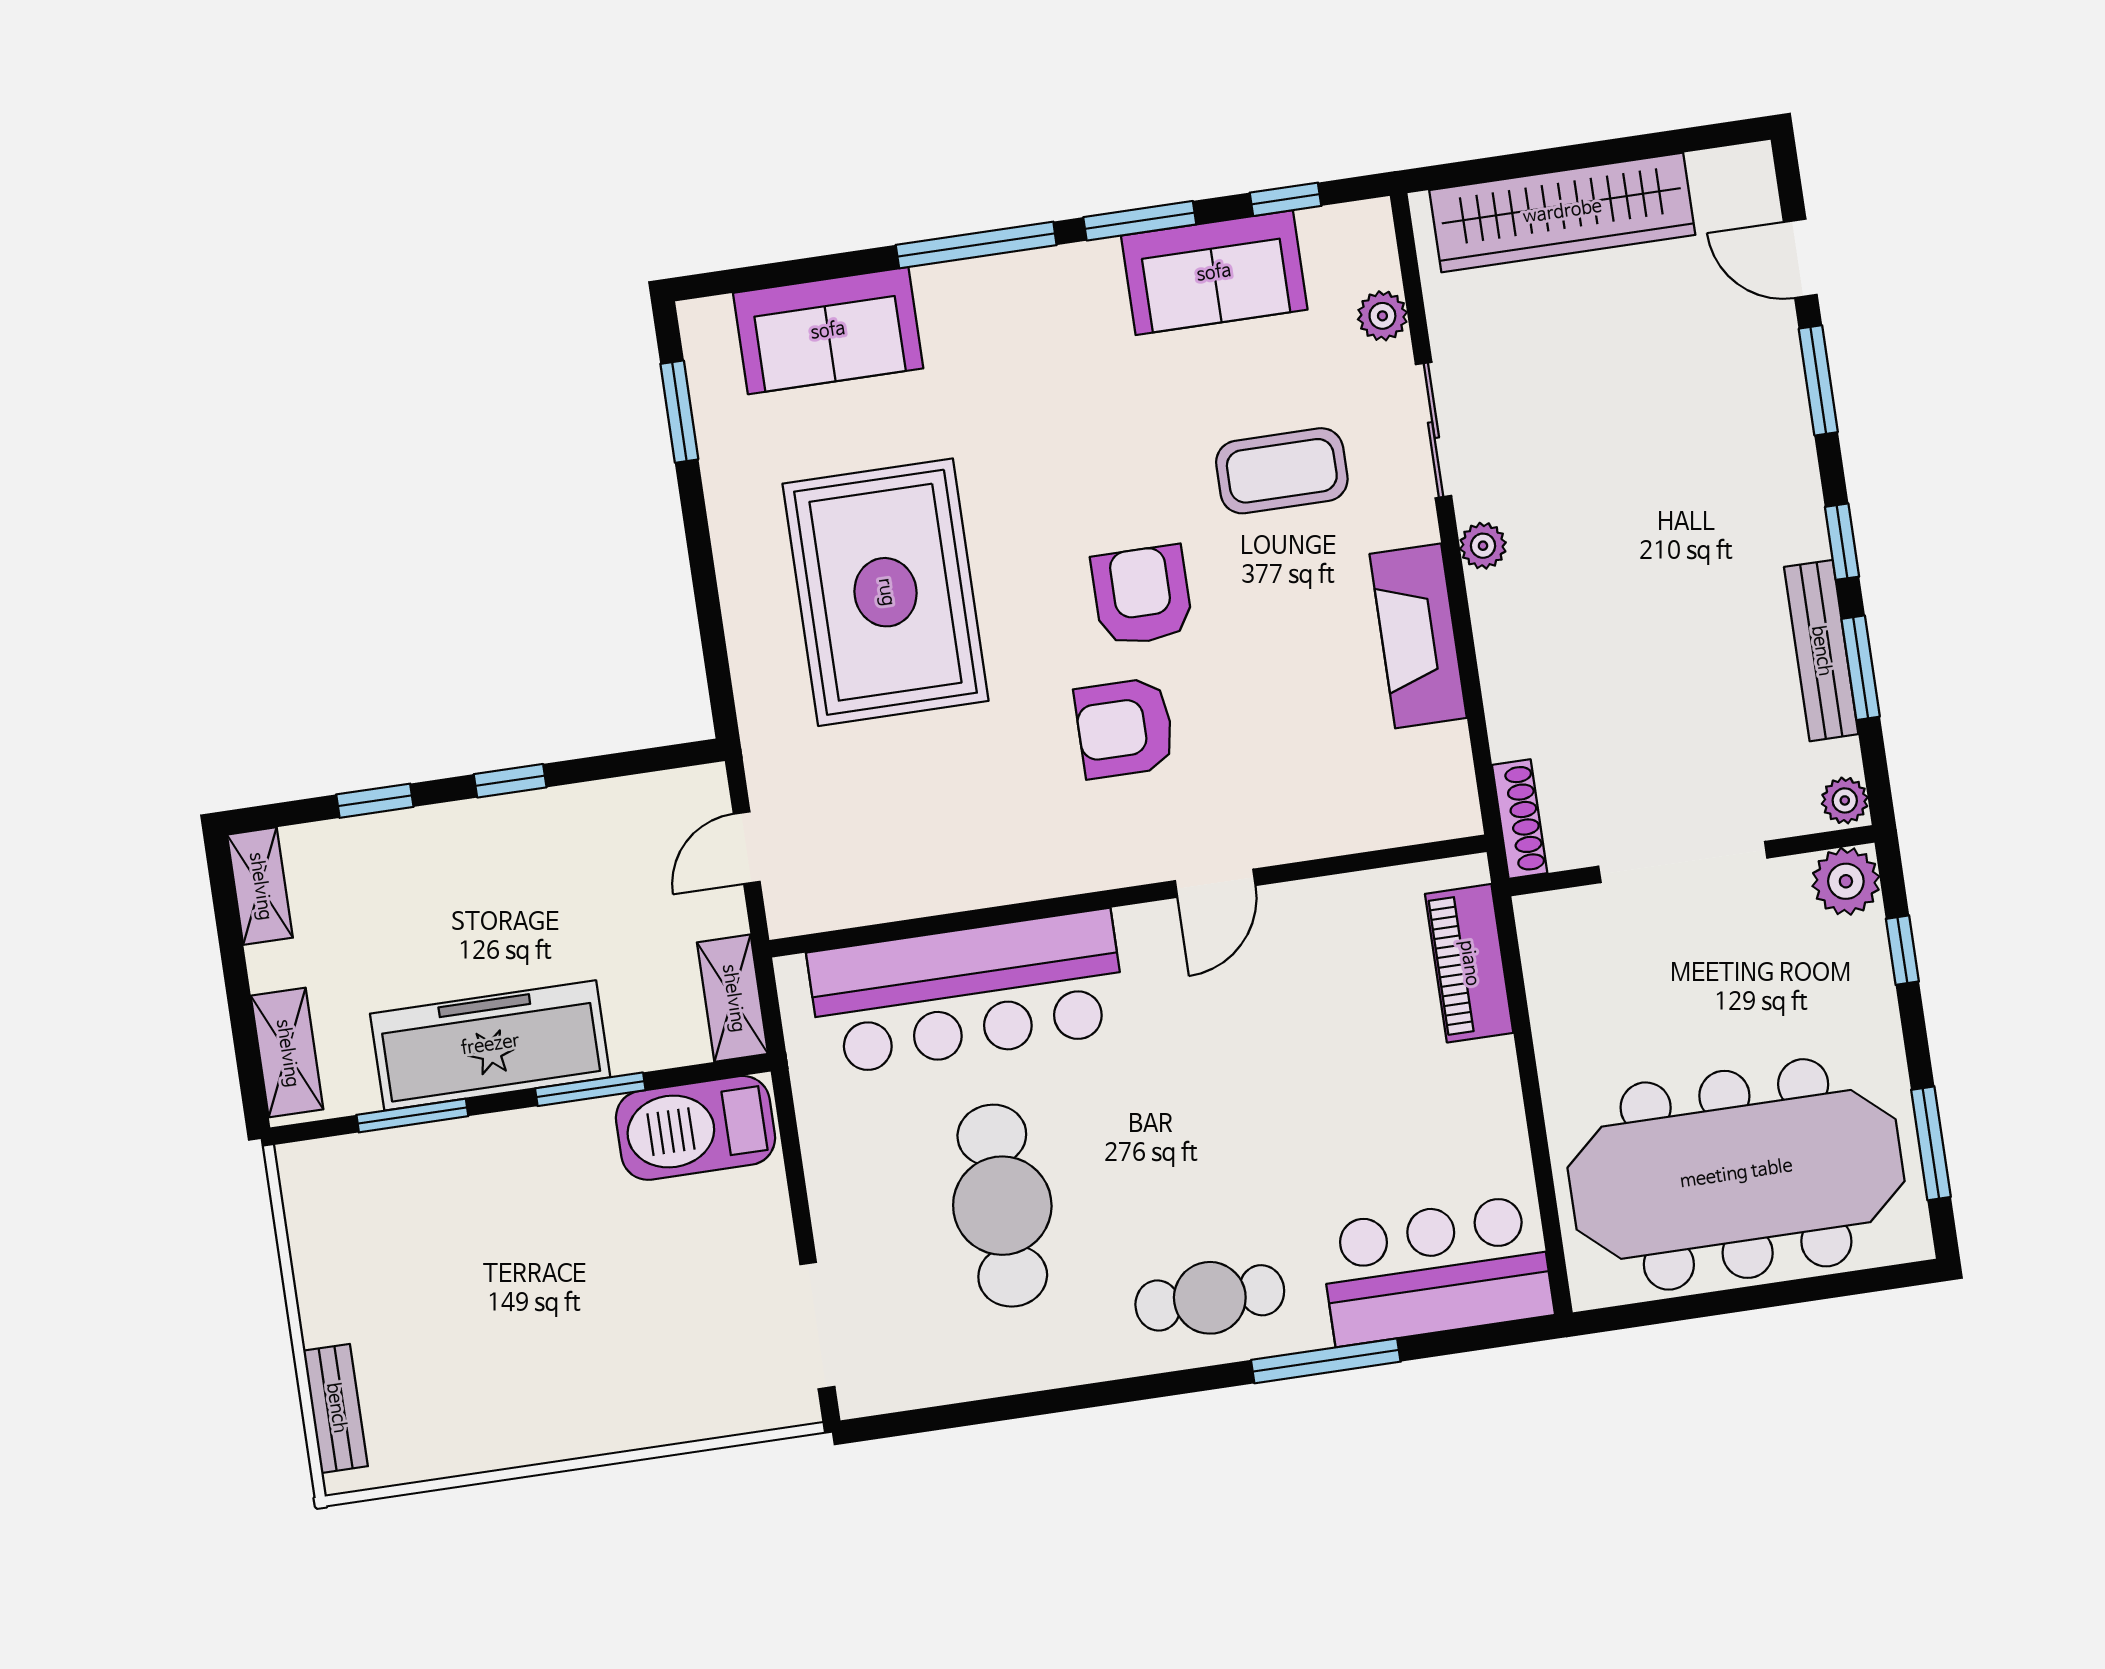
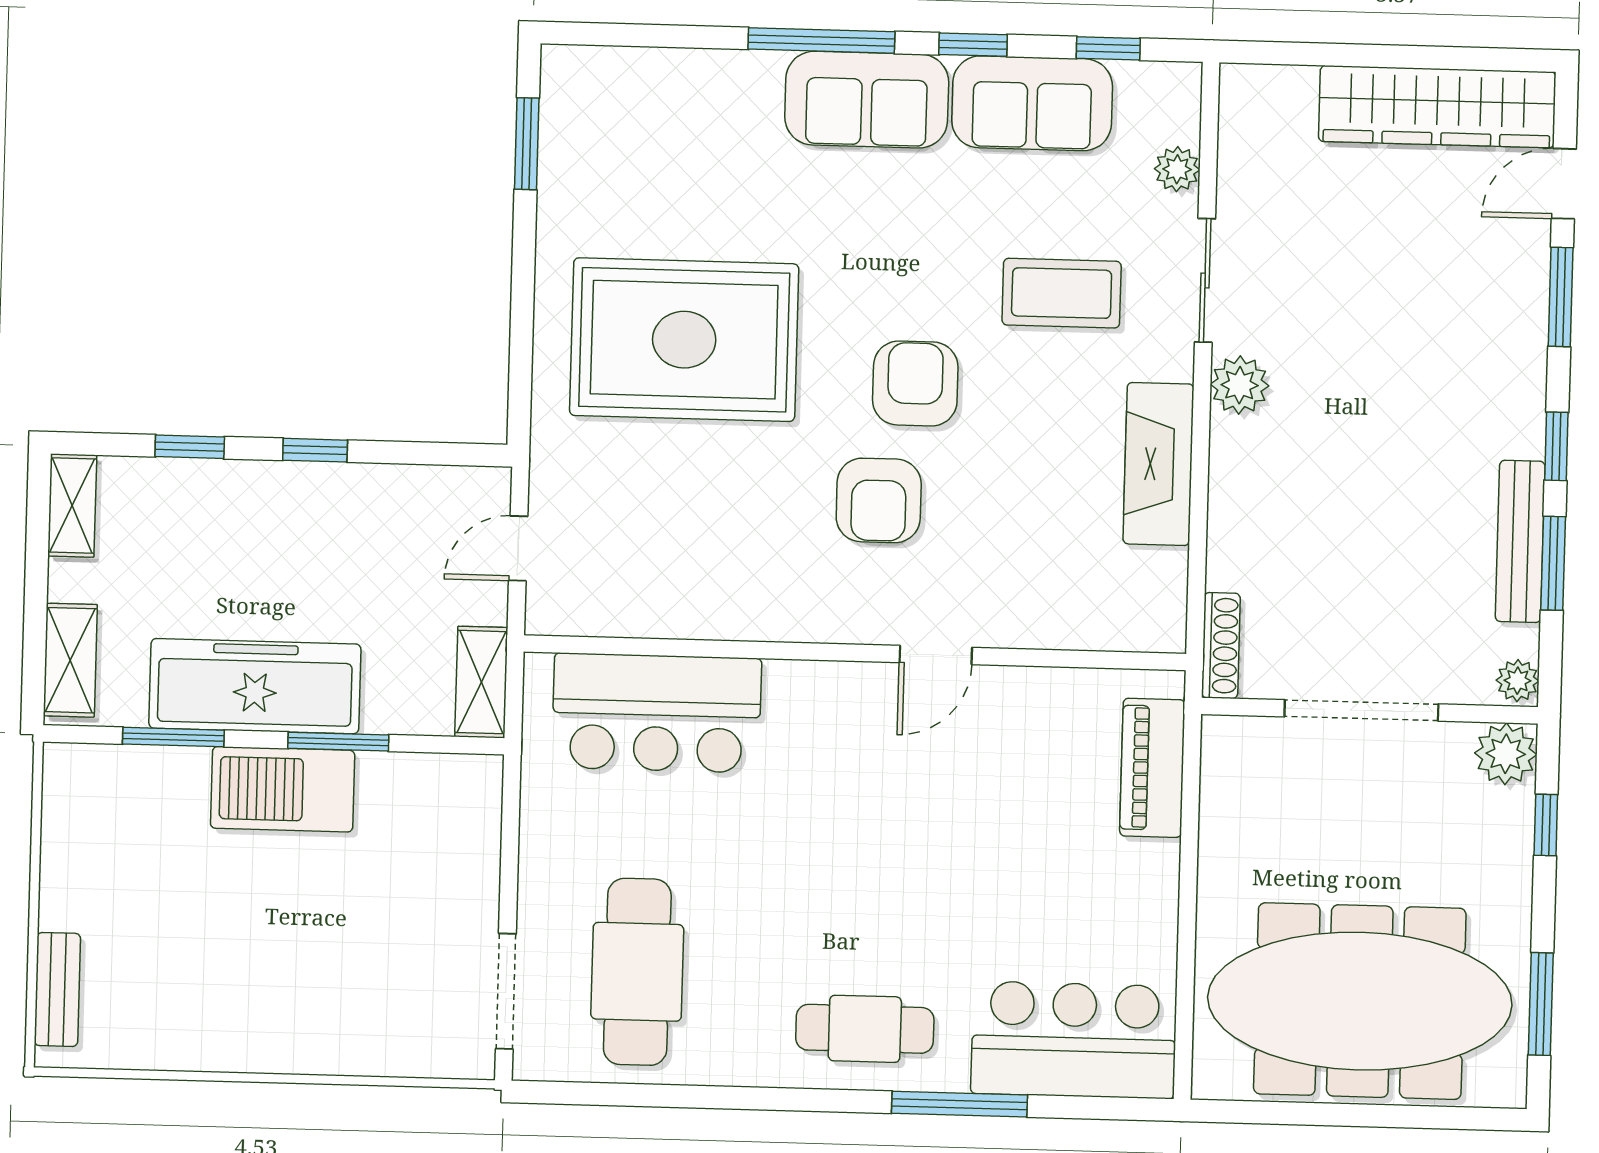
wardrobe: (1562, 212) -> (1437, 107), moved
window: (1140, 221) -> (973, 45), width x0.67
door: (1800, 258) -> (1564, 184), hinge flipped
sofa: (828, 331) -> (867, 100), moved
plant: (1483, 546) -> (1240, 385), width x1.38, depth x1.38
rug: (886, 592) -> (684, 340), turned 90
armchair: (1125, 728) -> (879, 500), turned -90
bar counter: (967, 992) -> (657, 713), width x0.73
barbecue: (695, 1128) -> (283, 789), moved
cafe table: (1002, 1206) -> (637, 972), moved

